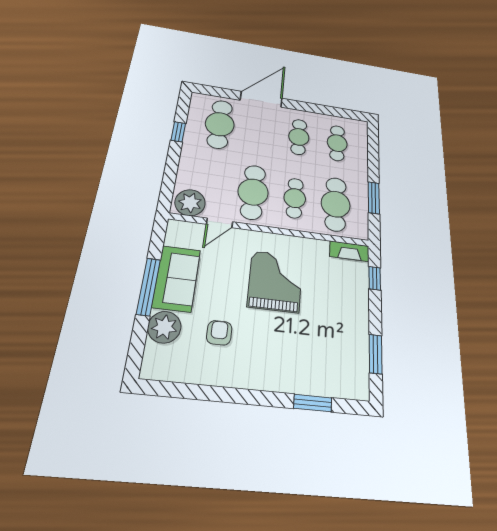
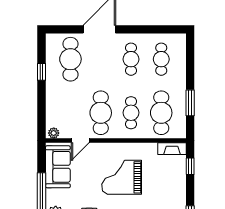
plant: (190, 203) -> (54, 133), width x0.53, depth x0.53
sofa: (176, 278) -> (58, 167), moved
grand piano: (275, 281) -> (122, 177), turned -90

